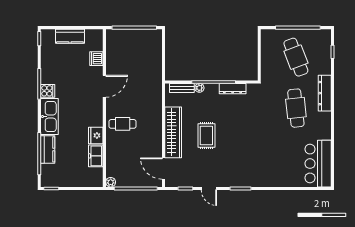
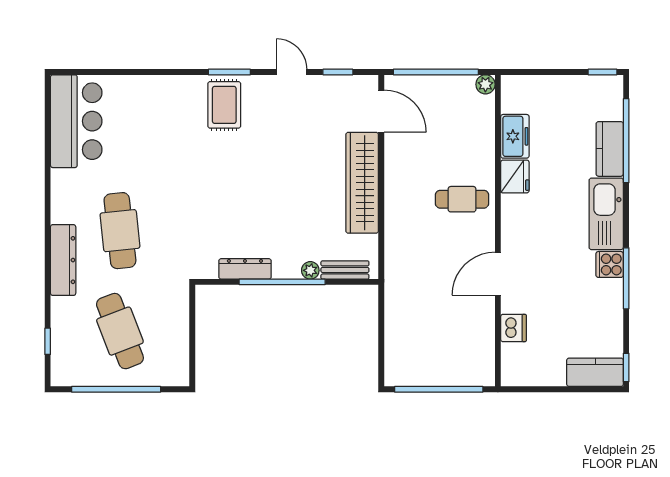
kitchen counter: (70, 36) -> (595, 372), moved
rug: (206, 136) -> (224, 105), moved

